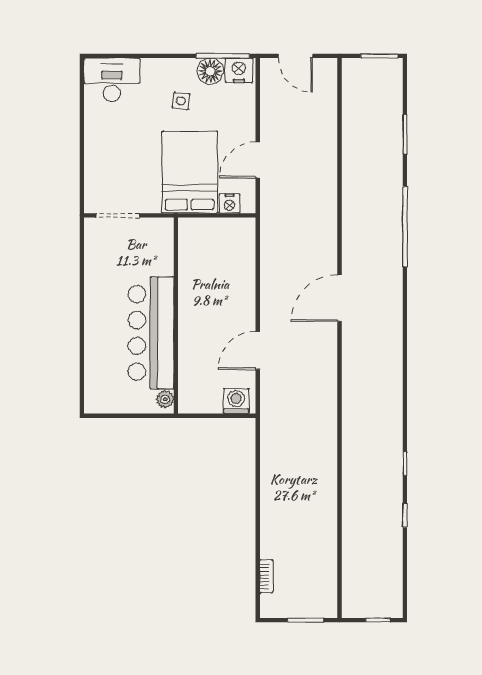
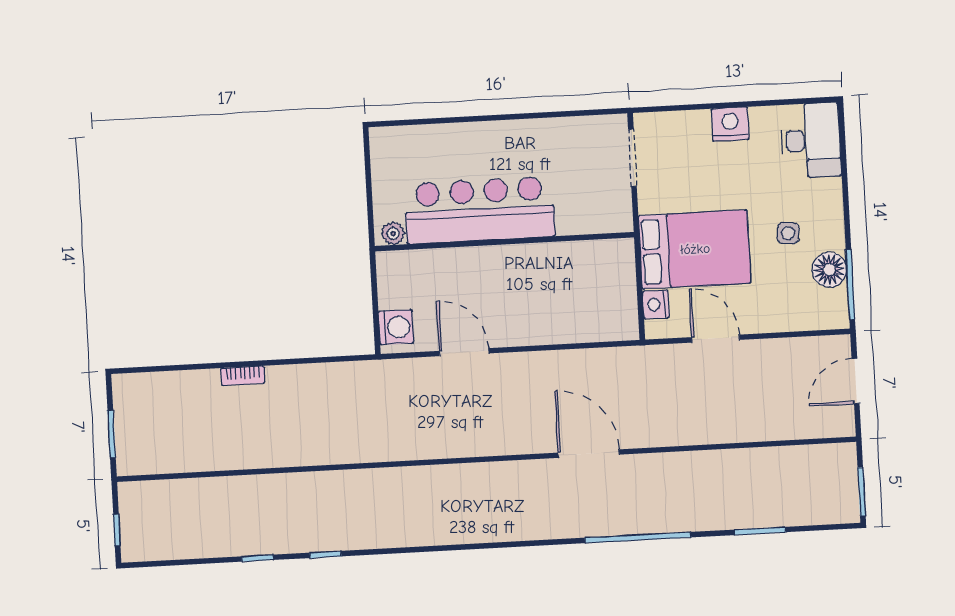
nightstand: (239, 70) -> (730, 124), moved, turned -90
door: (340, 298) -> (589, 454), moved
bookcase: (266, 576) -> (243, 376), moved

